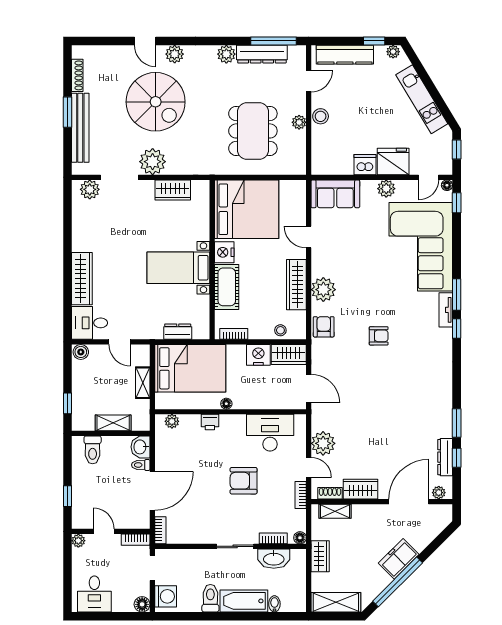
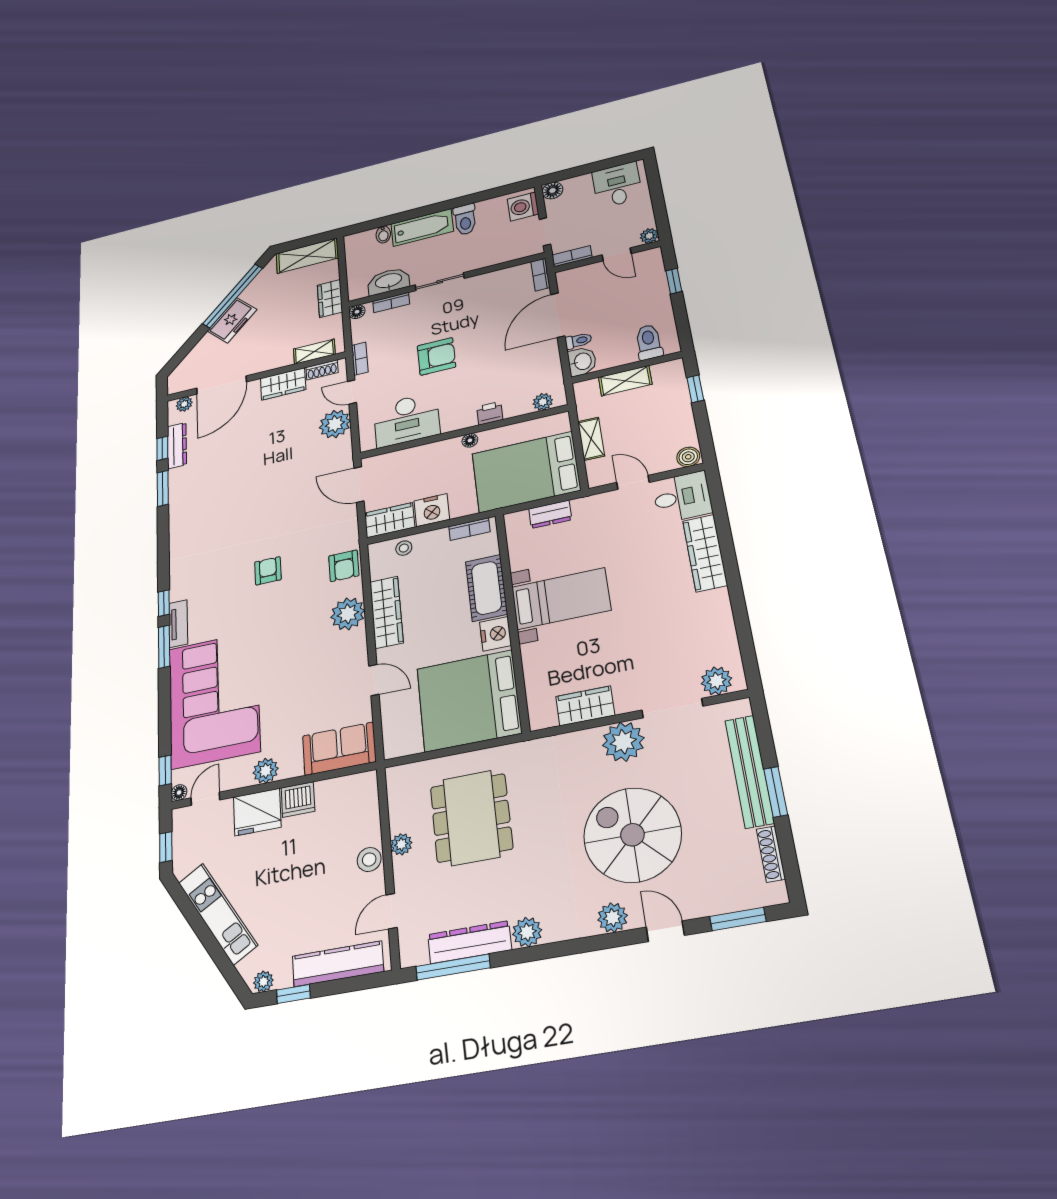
window: (103, 41) -> (738, 919), added
armchair: (379, 336) -> (268, 571), turned 90

